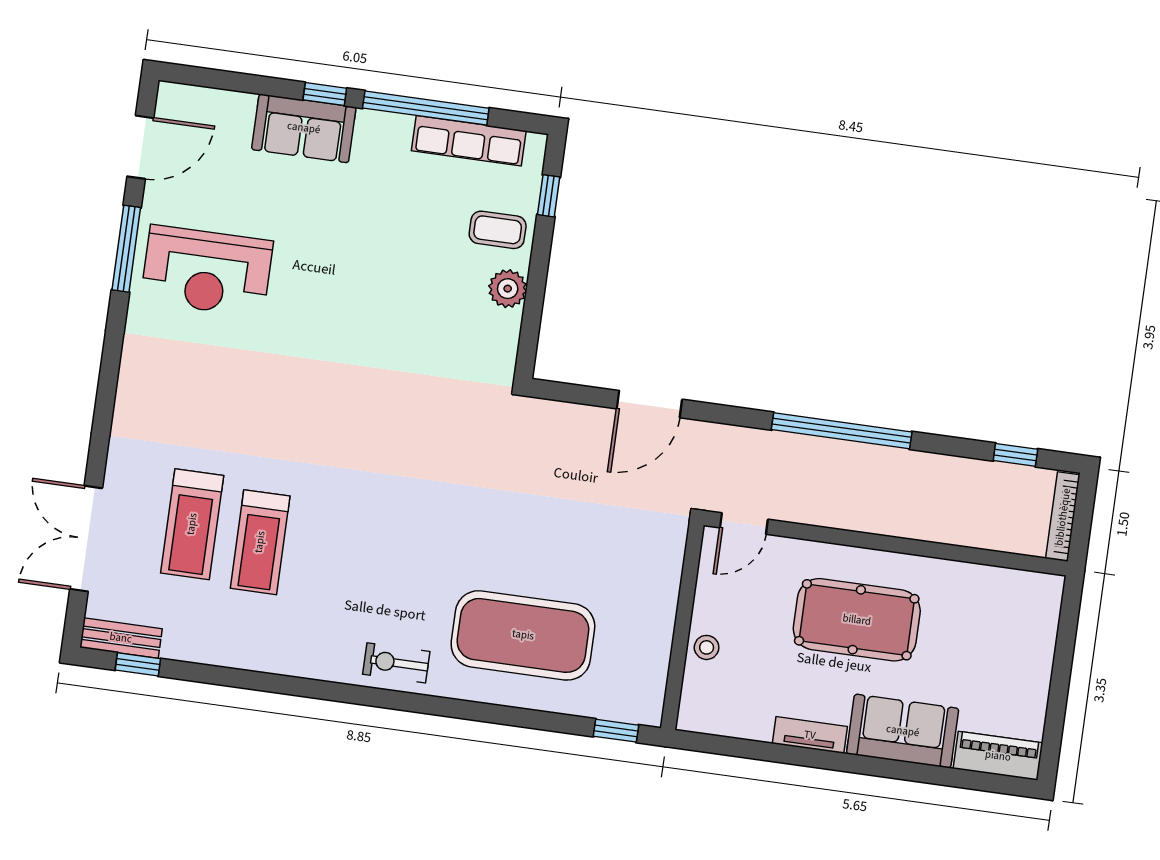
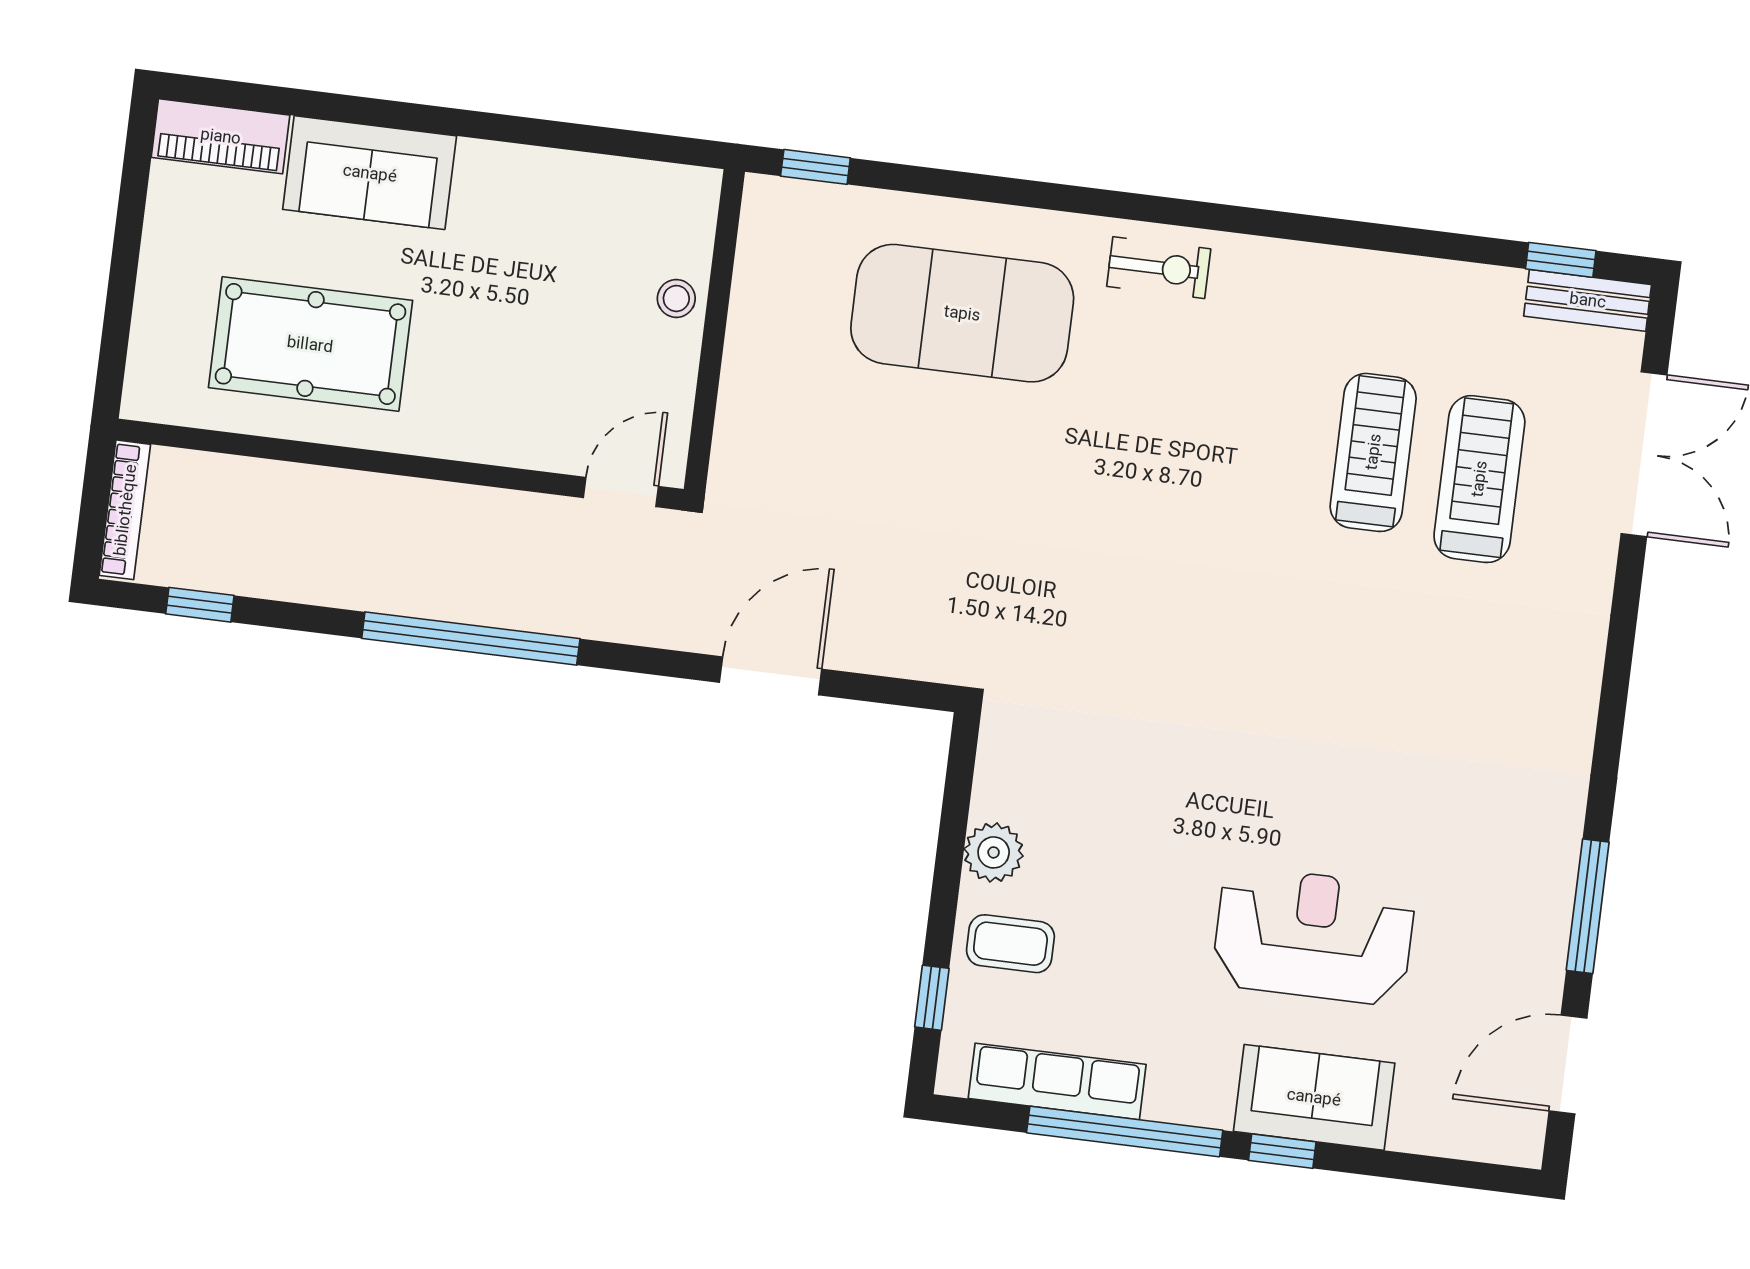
reception desk: (207, 271) -> (1314, 936), moved
pool table: (857, 620) -> (310, 344), moved
tv unit: (810, 735) -> (514, 164), removed

